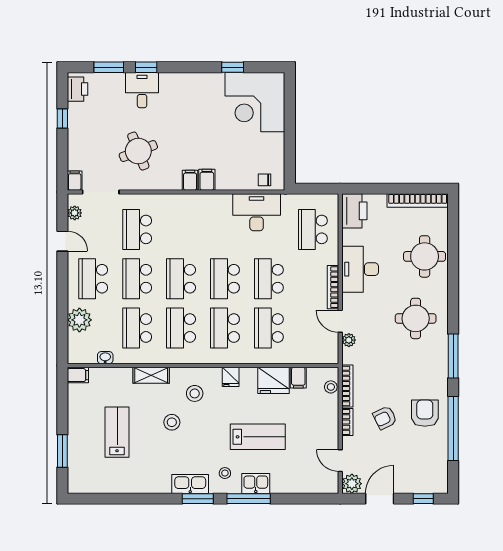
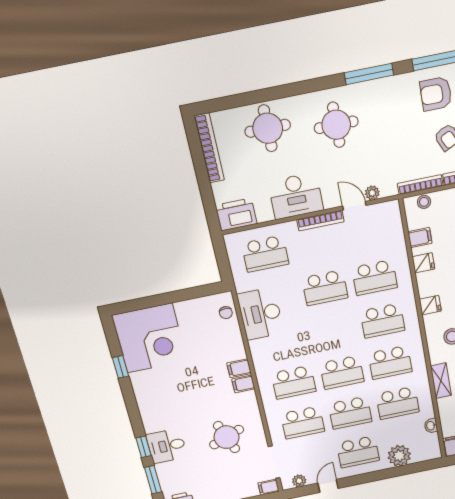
school desk: (225, 279) -> (294, 382), moved
door: (340, 321) -> (354, 206), swing flipped
fridge: (273, 380) -> (423, 263), width x0.53, depth x0.75

